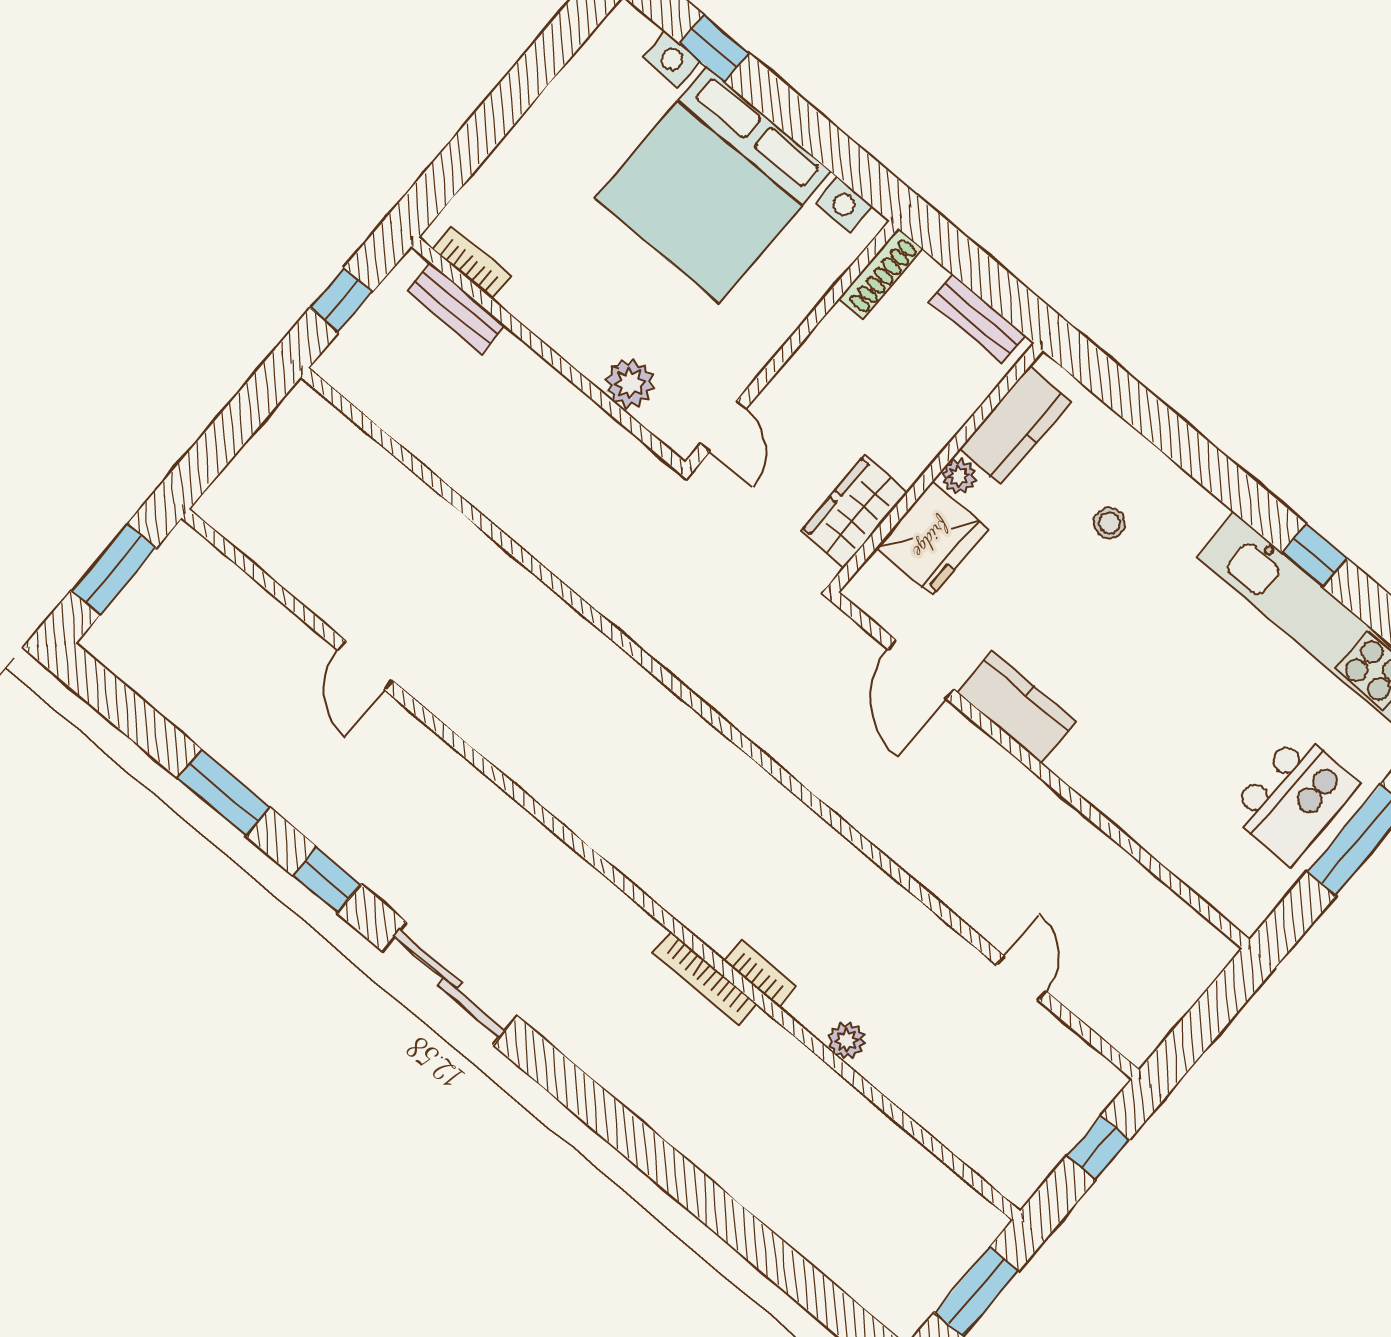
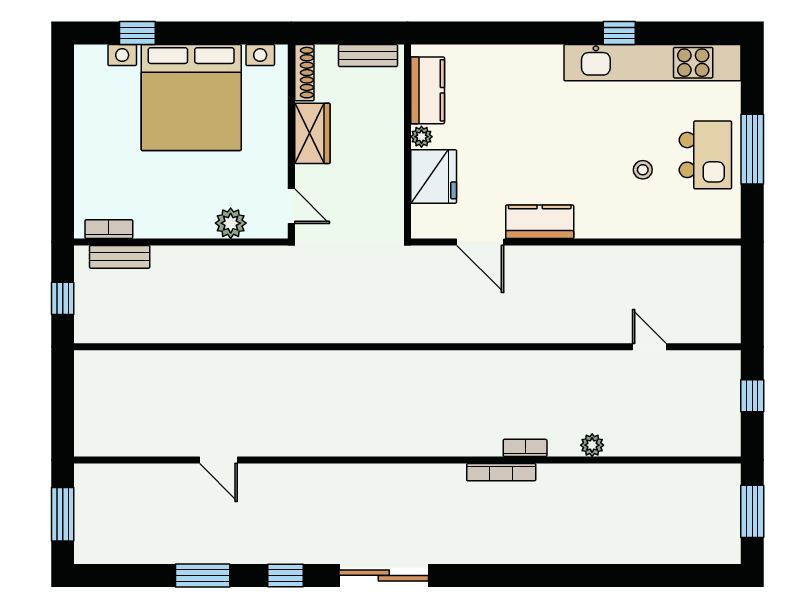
wardrobe: (854, 512) -> (312, 133), moved, turned 180
stool: (1109, 523) -> (643, 170), moved

